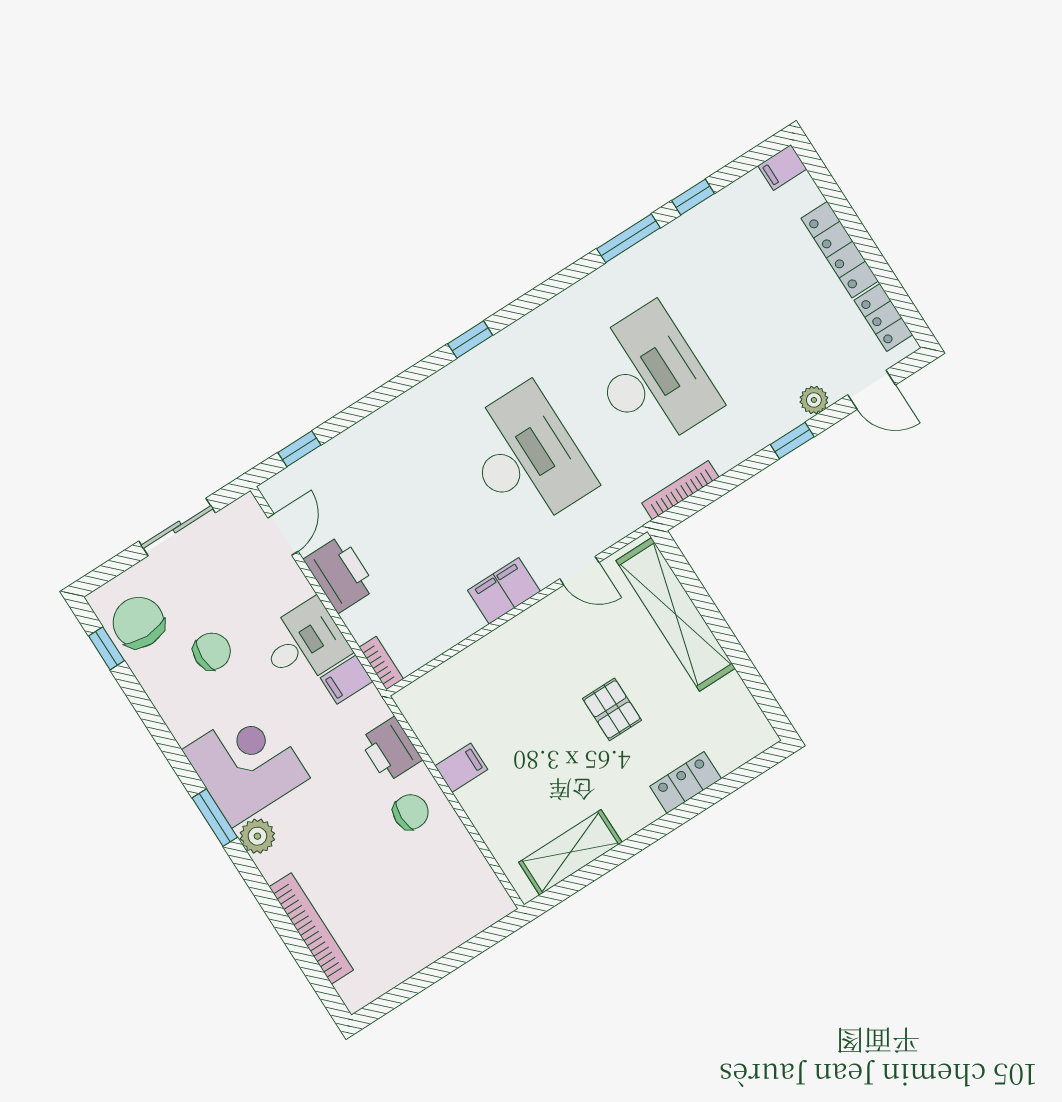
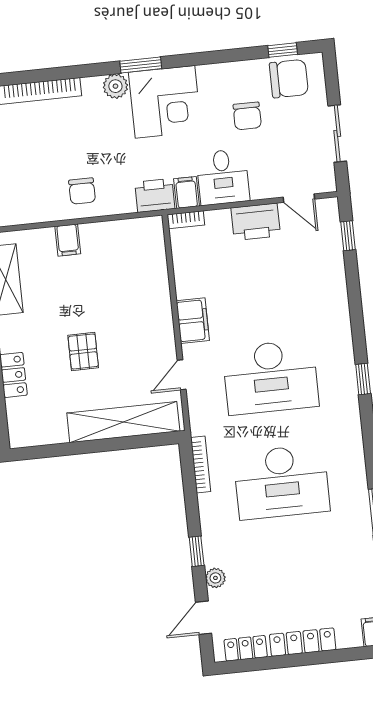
pallet: (612, 709) -> (83, 351), turned 90
printer: (391, 750) -> (155, 195), moved
filing cabinet: (461, 768) -> (68, 240), moved

